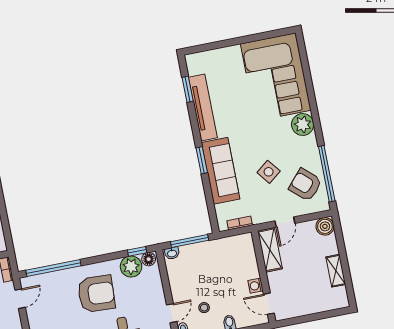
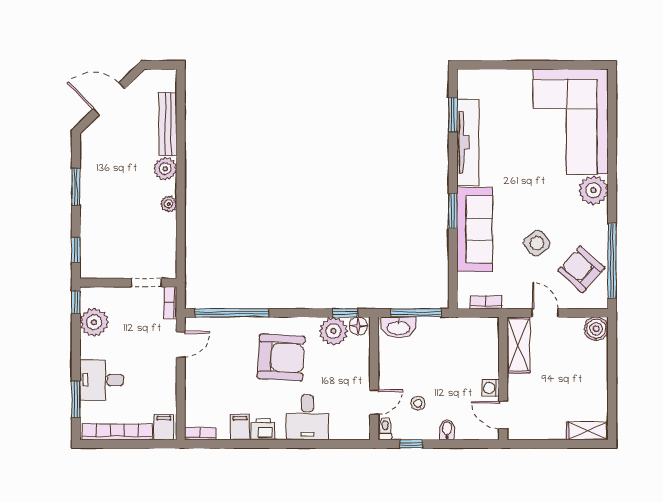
door: (285, 222) -> (545, 313), swing flipped
washbasin: (172, 253) -> (398, 327), width x1.91, depth x1.45
shelving: (336, 271) -> (587, 431), moved, turned 90

